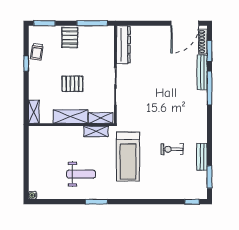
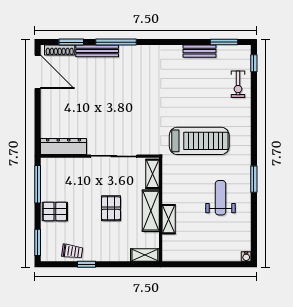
shelving: (96, 131) -> (169, 219), moved
exercise bike: (172, 149) -> (238, 84), moved

